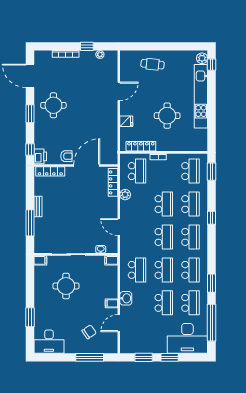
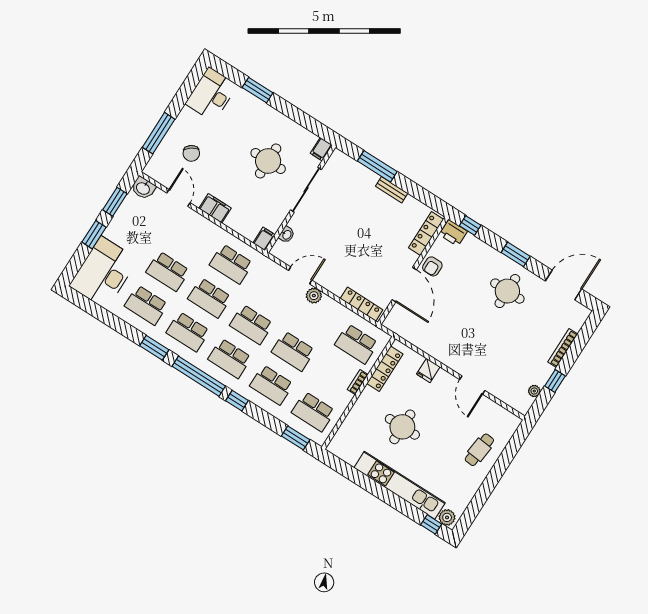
plant: (125, 195) -> (314, 296), moved
washbasin: (126, 298) -> (143, 188), moved
filing cabinet: (112, 303) -> (215, 208), width x2.00
window: (212, 323) -> (199, 376), moved

